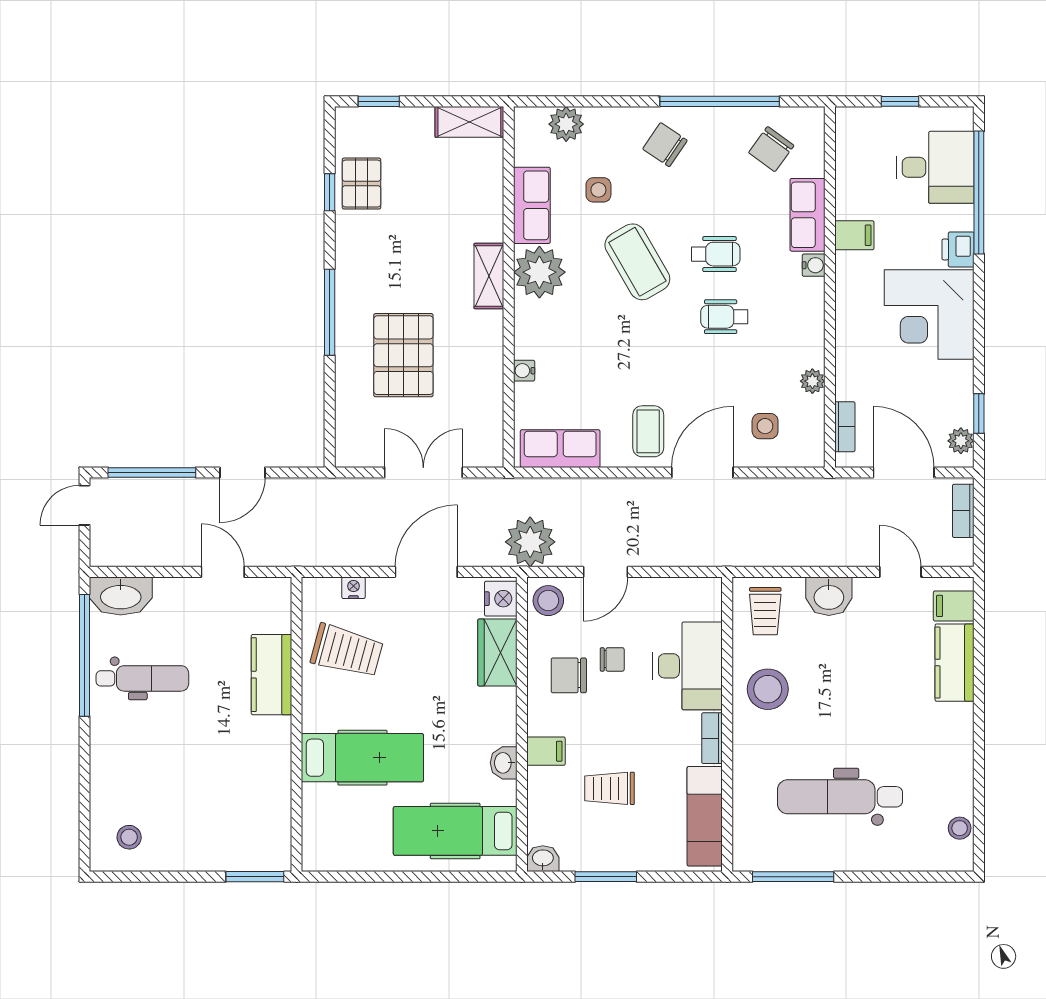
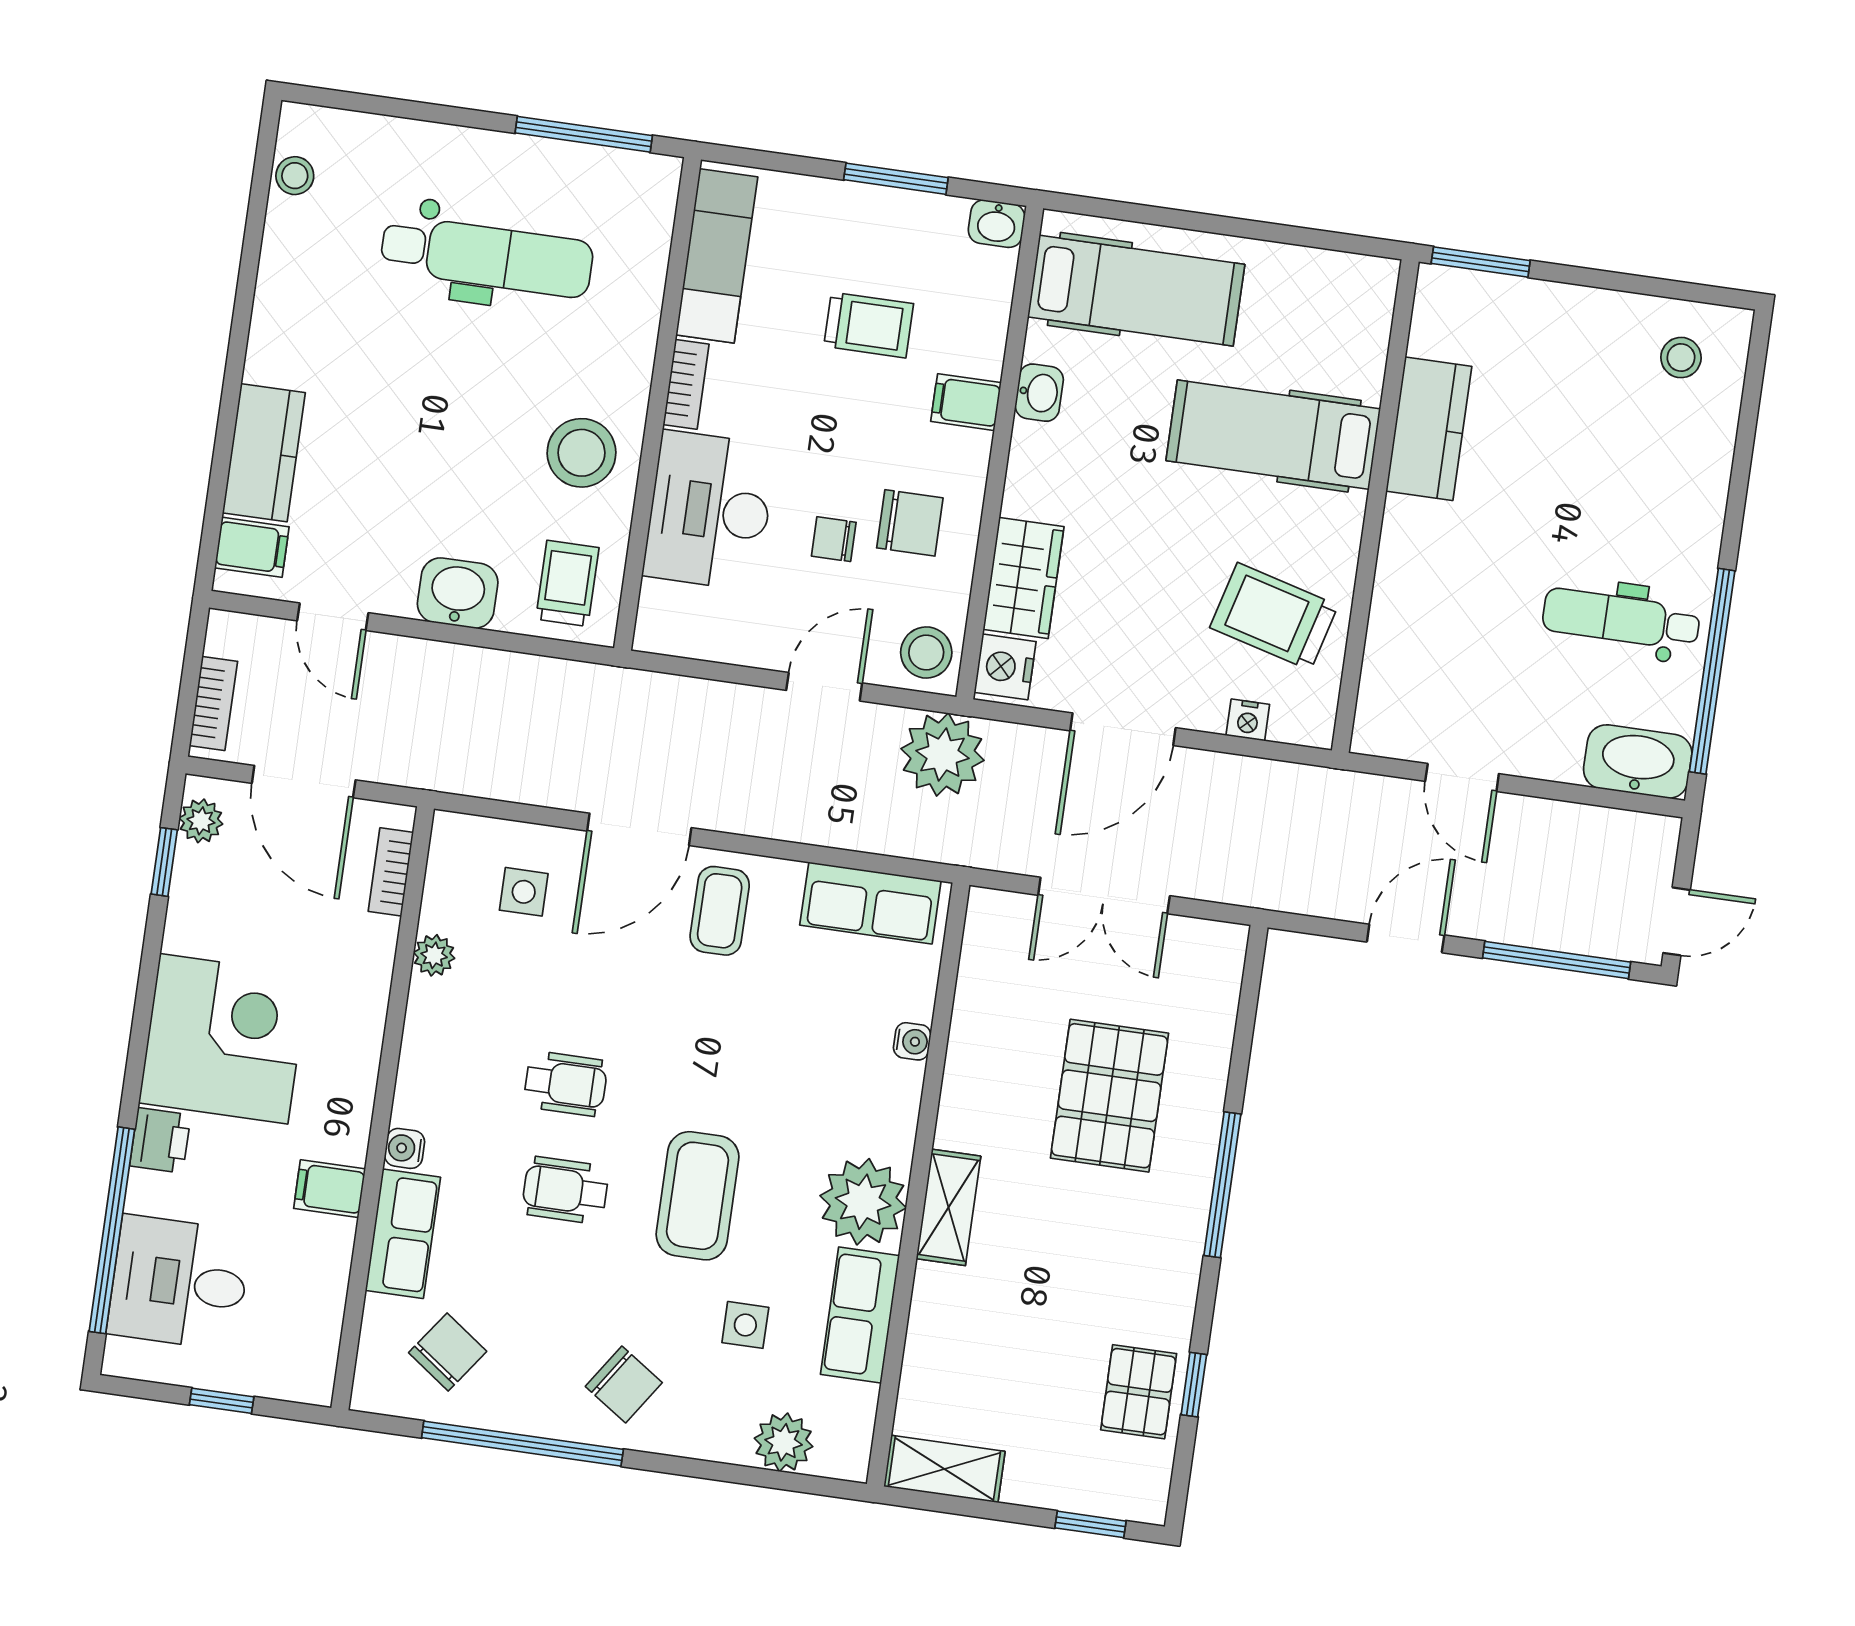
coffee table: (637, 262) -> (698, 1196), turned 30
kitchen counter: (271, 675) -> (1429, 429), moved

